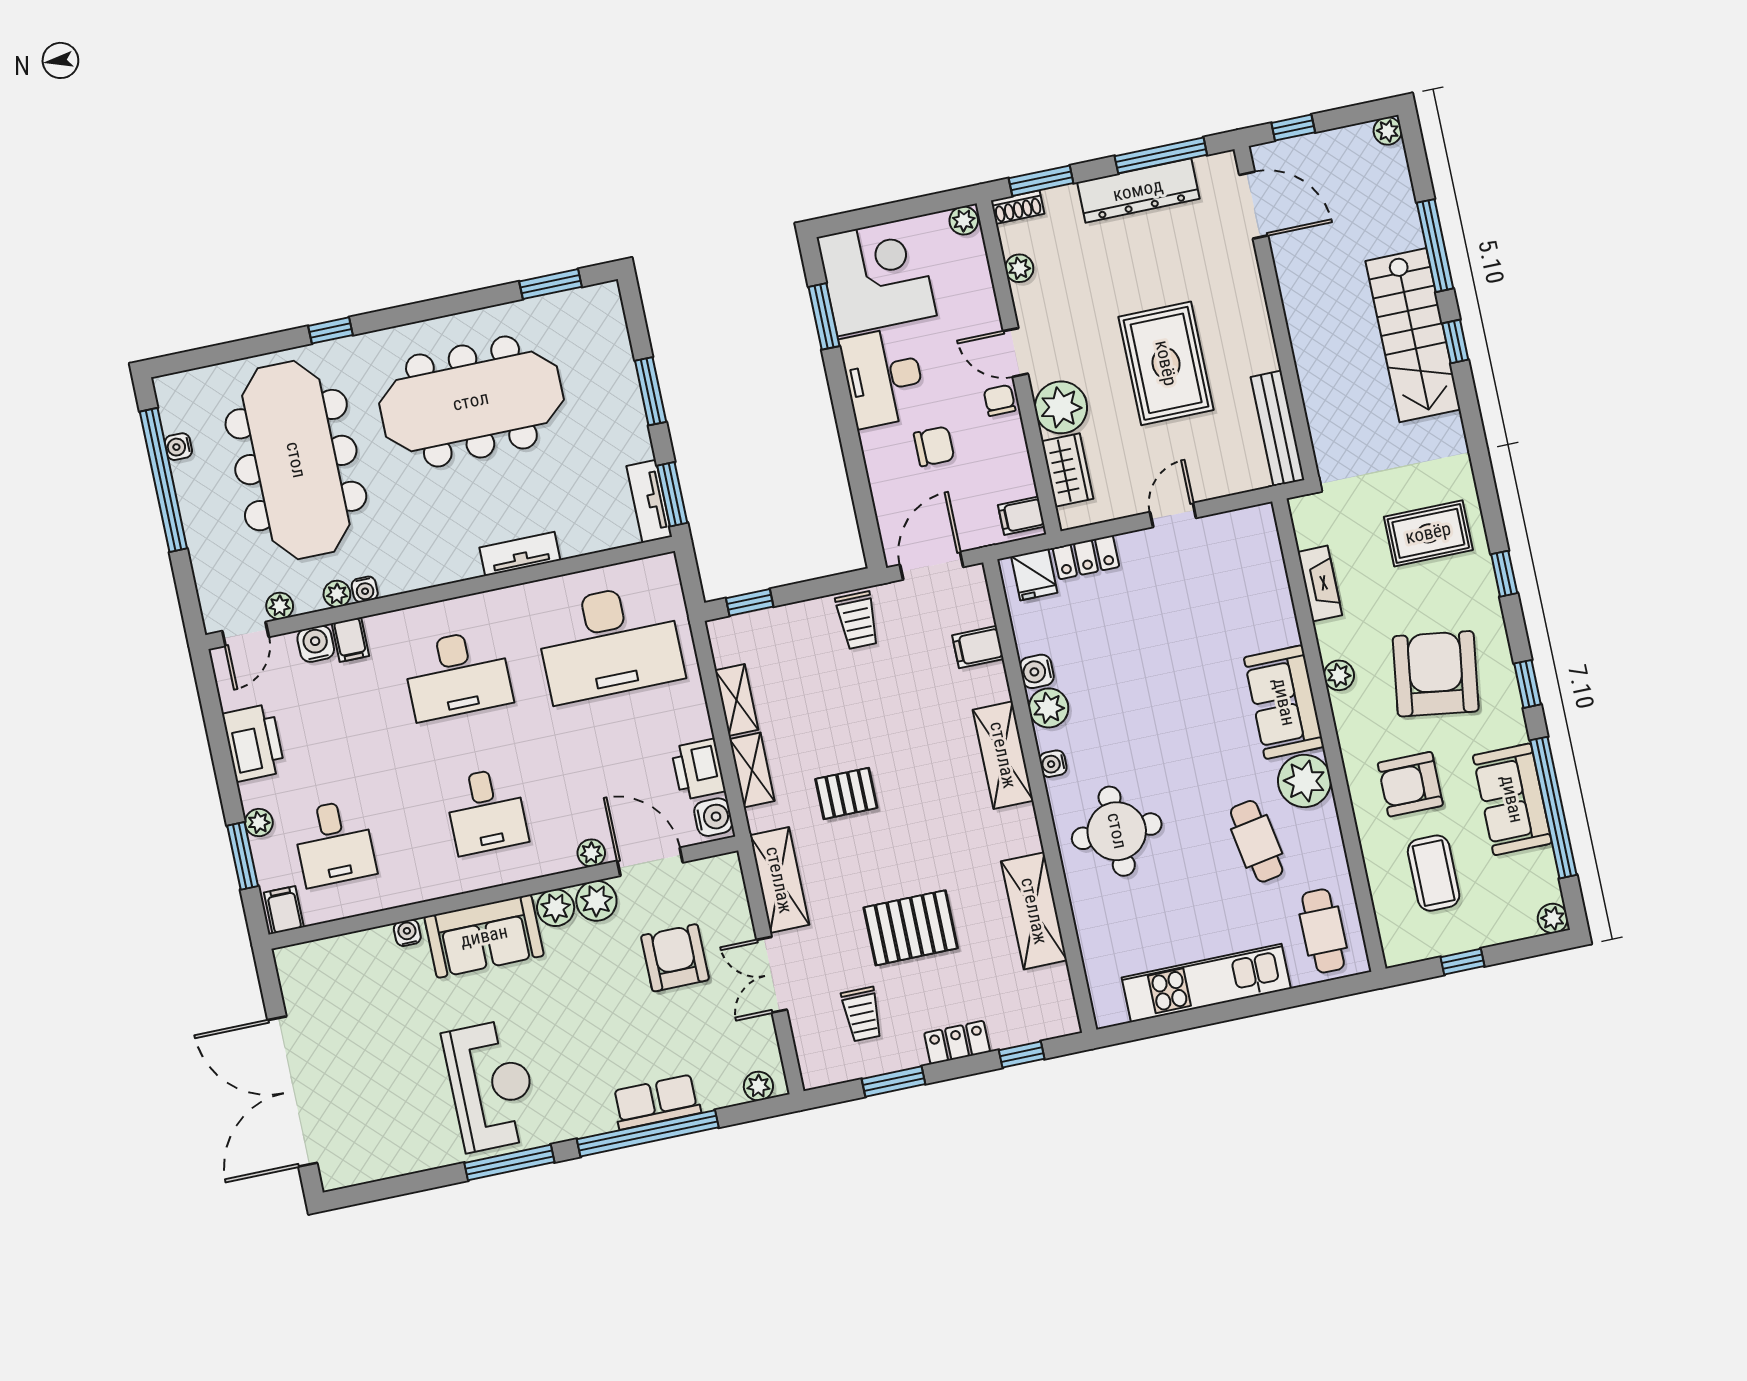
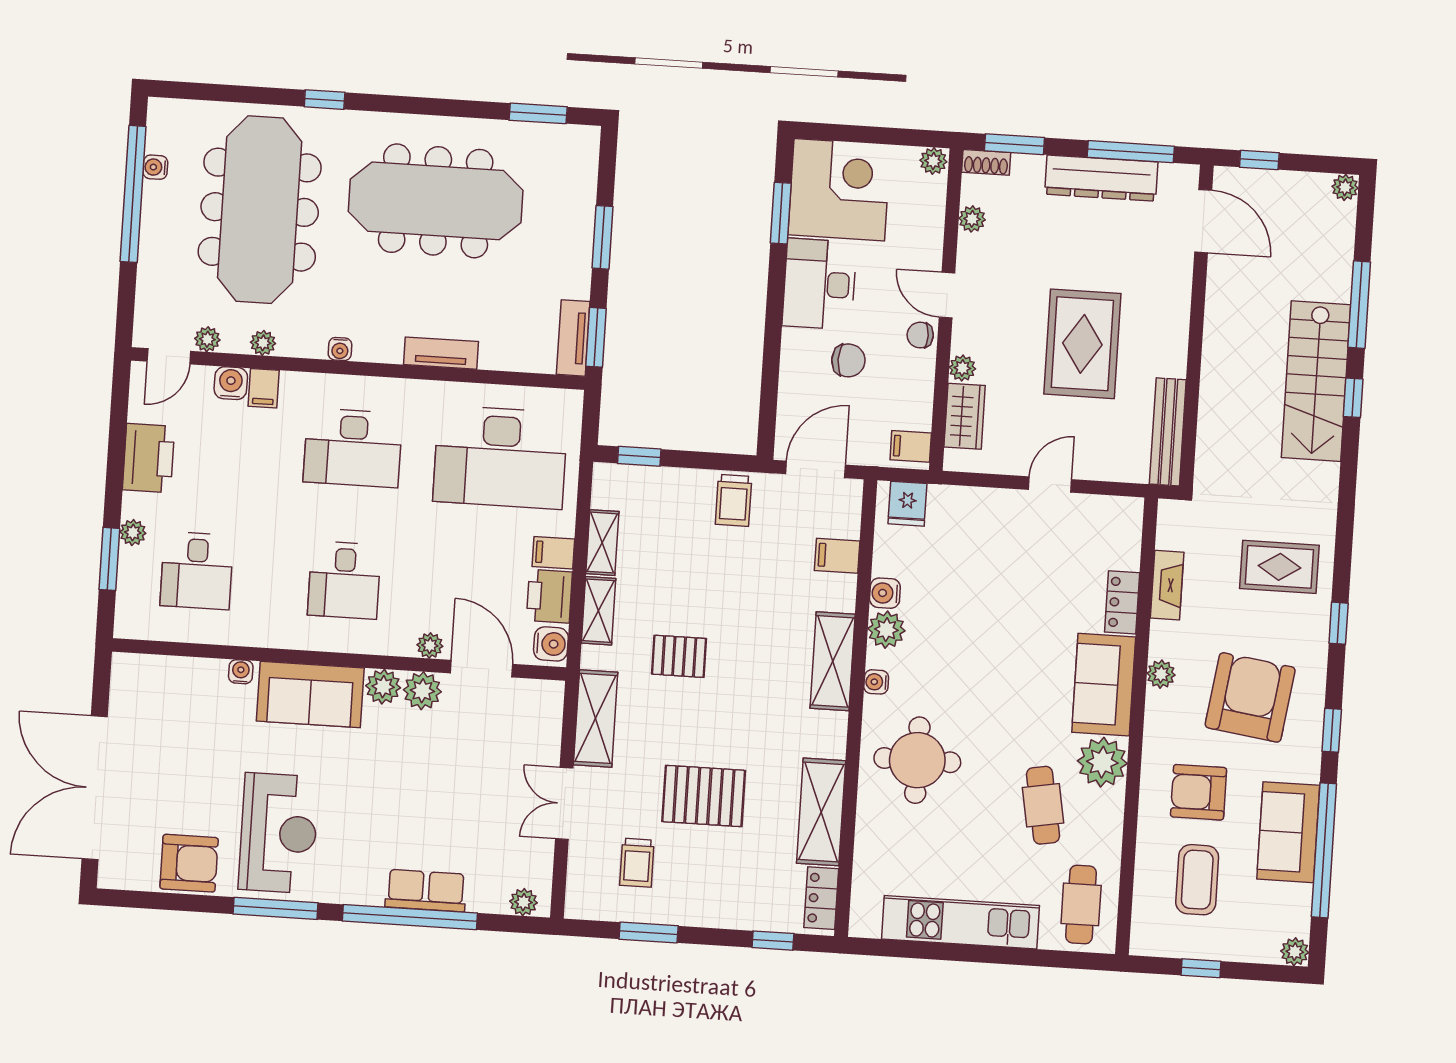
chair: (1000, 400) -> (920, 335), turned -90
plant: (1061, 407) -> (962, 368), width x0.53, depth x0.53
locker: (1086, 557) -> (1122, 602), moved, turned 90
water cooler: (365, 589) -> (340, 349), moved
filing cabinet: (284, 910) -> (553, 553), moved, turned -90
armchair: (675, 958) -> (189, 863), moved, turned 90
locker: (957, 1042) -> (821, 898), moved, turned -90

